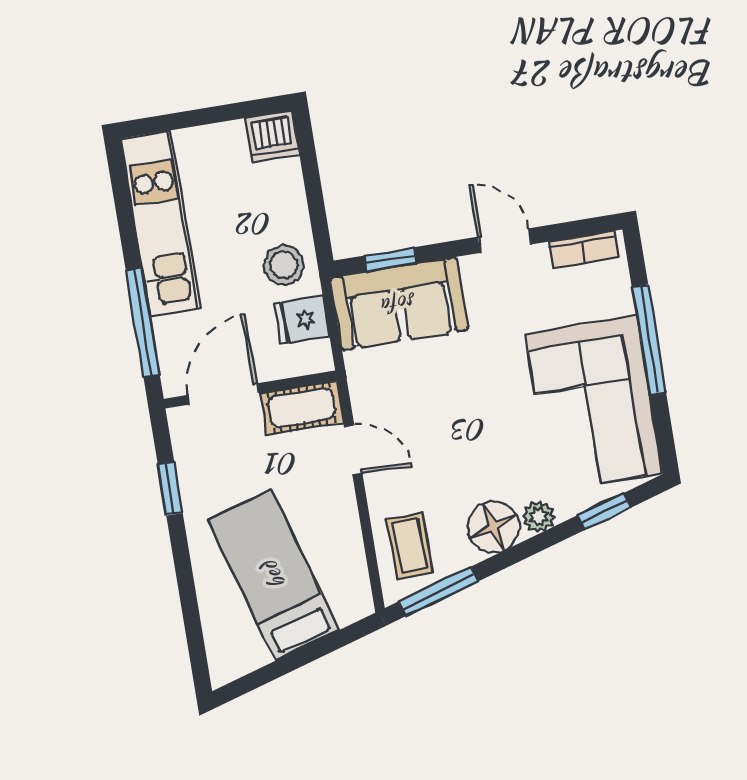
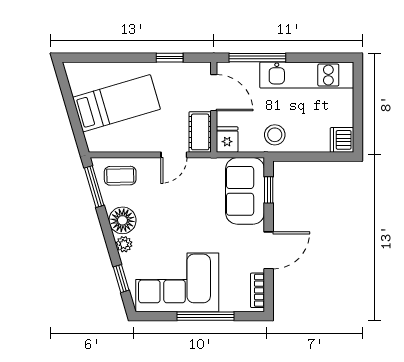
door: (505, 241) -> (269, 250), width x1.38
fridge: (302, 320) -> (227, 140), moved

